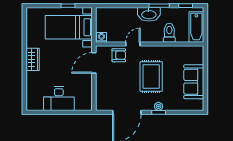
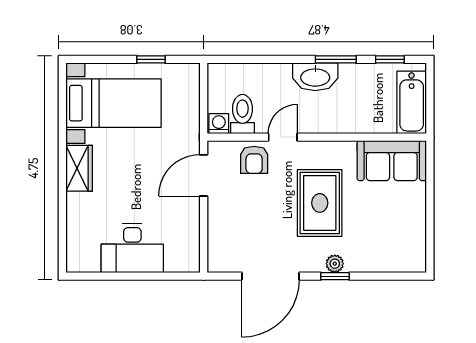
bed with nightstands: (69, 27) -> (114, 103), moved, turned 180
toilet: (169, 33) -> (242, 114), moved
armchair: (119, 55) -> (254, 160), turned 90
sofa: (194, 82) -> (392, 161), moved, turned -90

